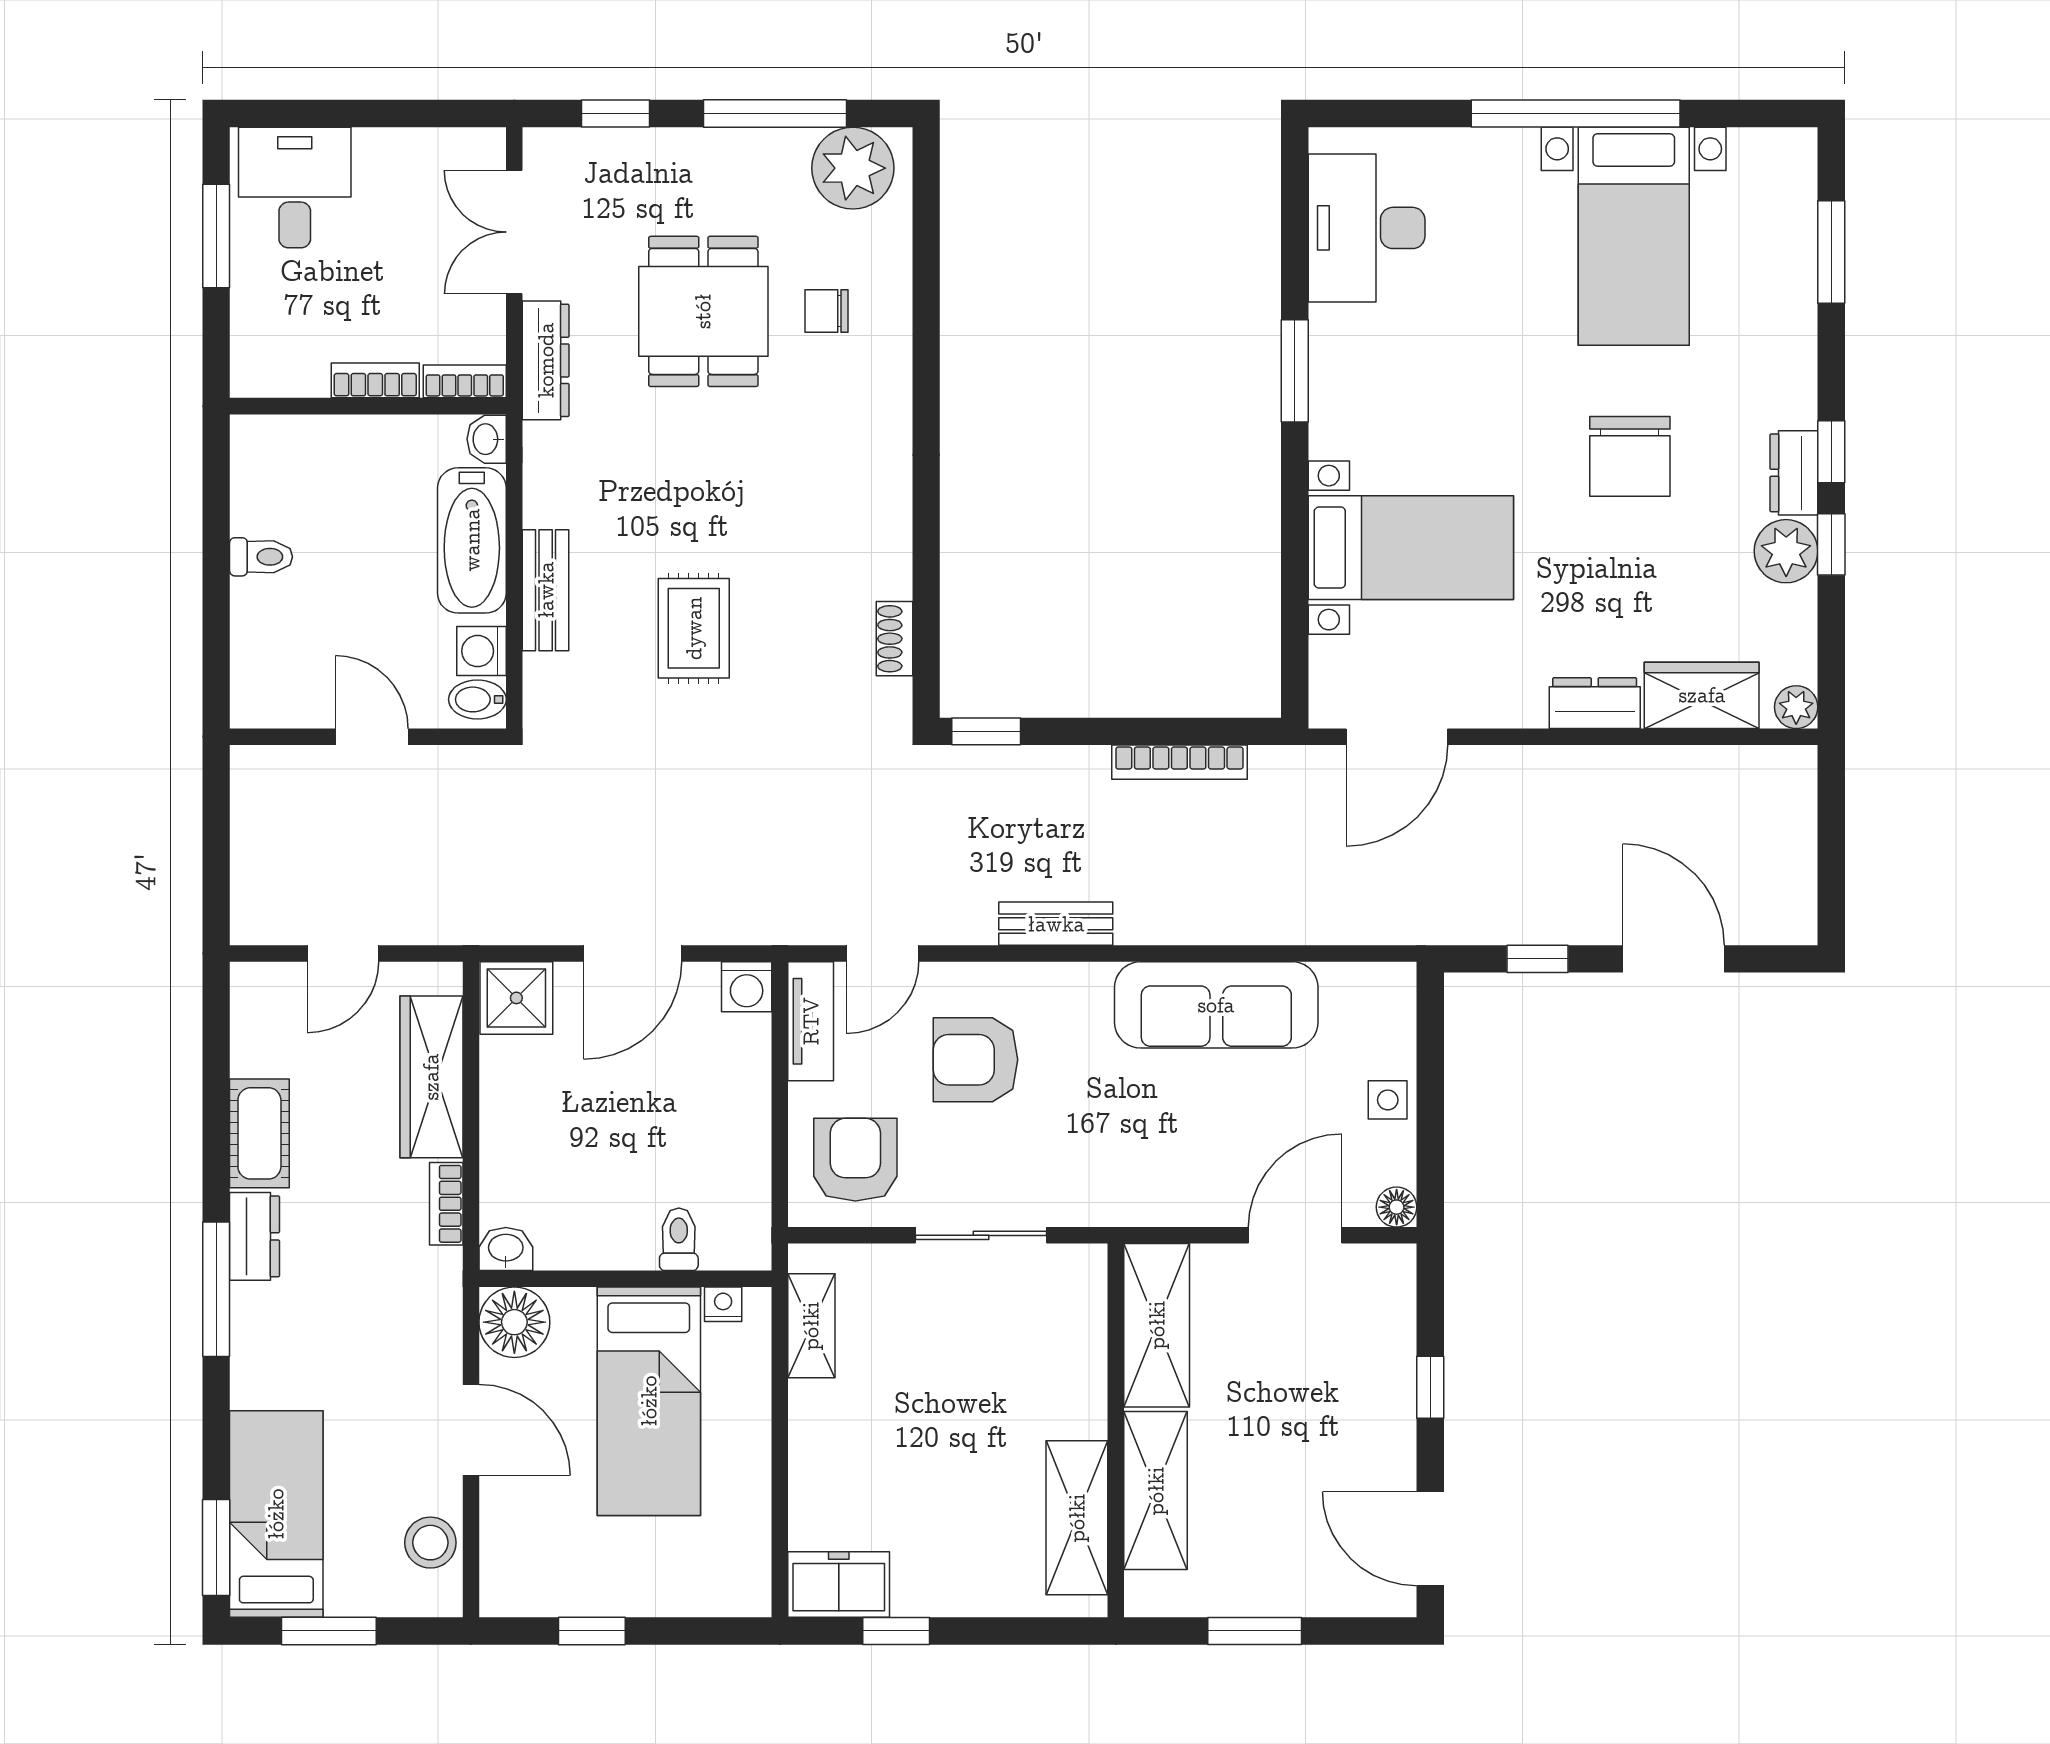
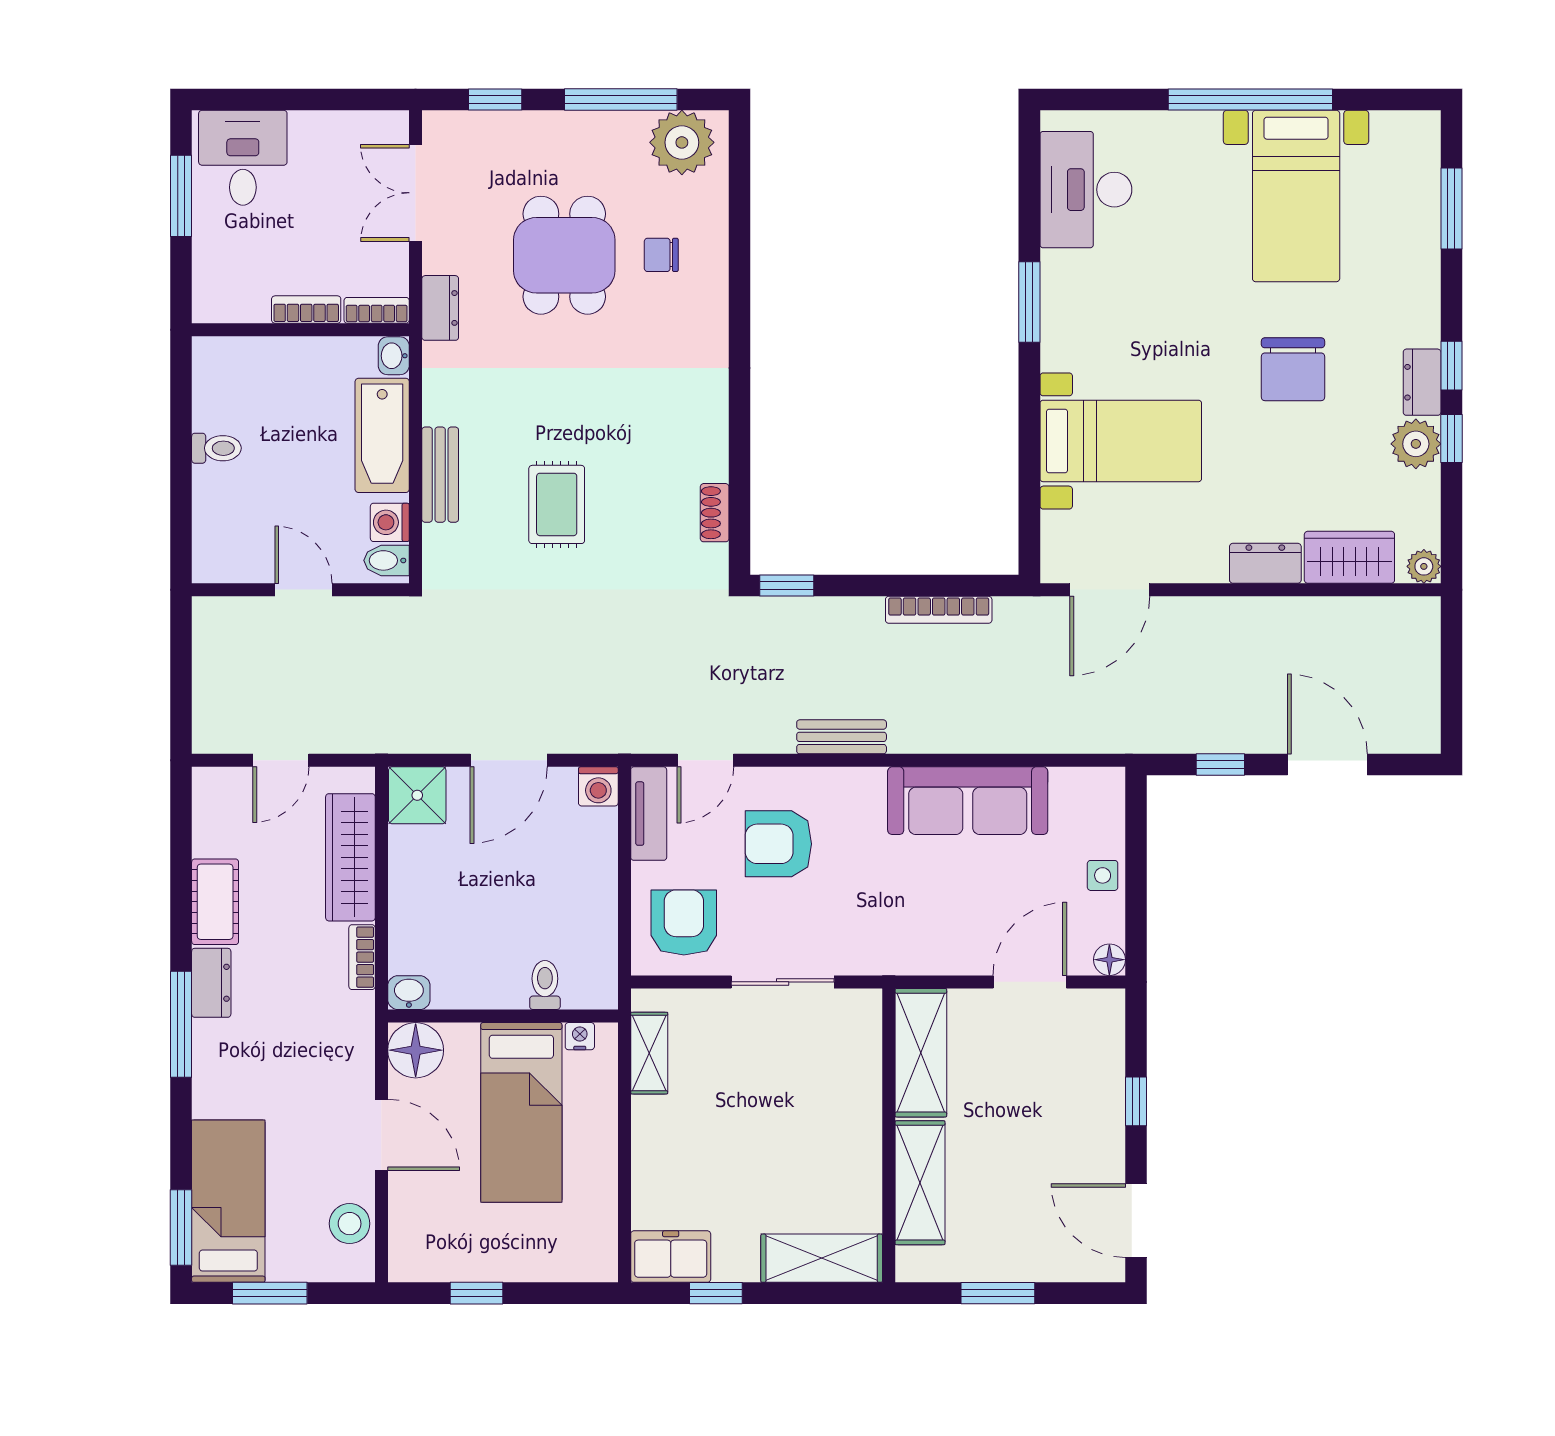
dresser: (546, 360) -> (440, 308), width x0.70
shelving: (1077, 1518) -> (822, 1258), moved, turned 90

